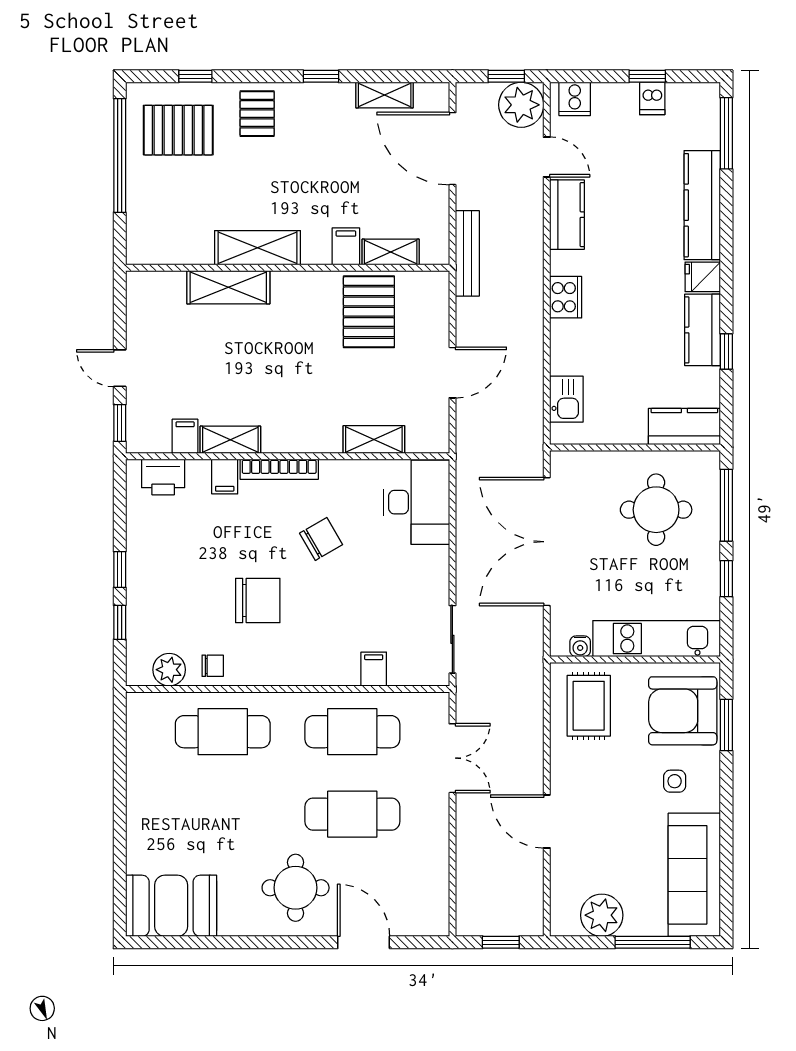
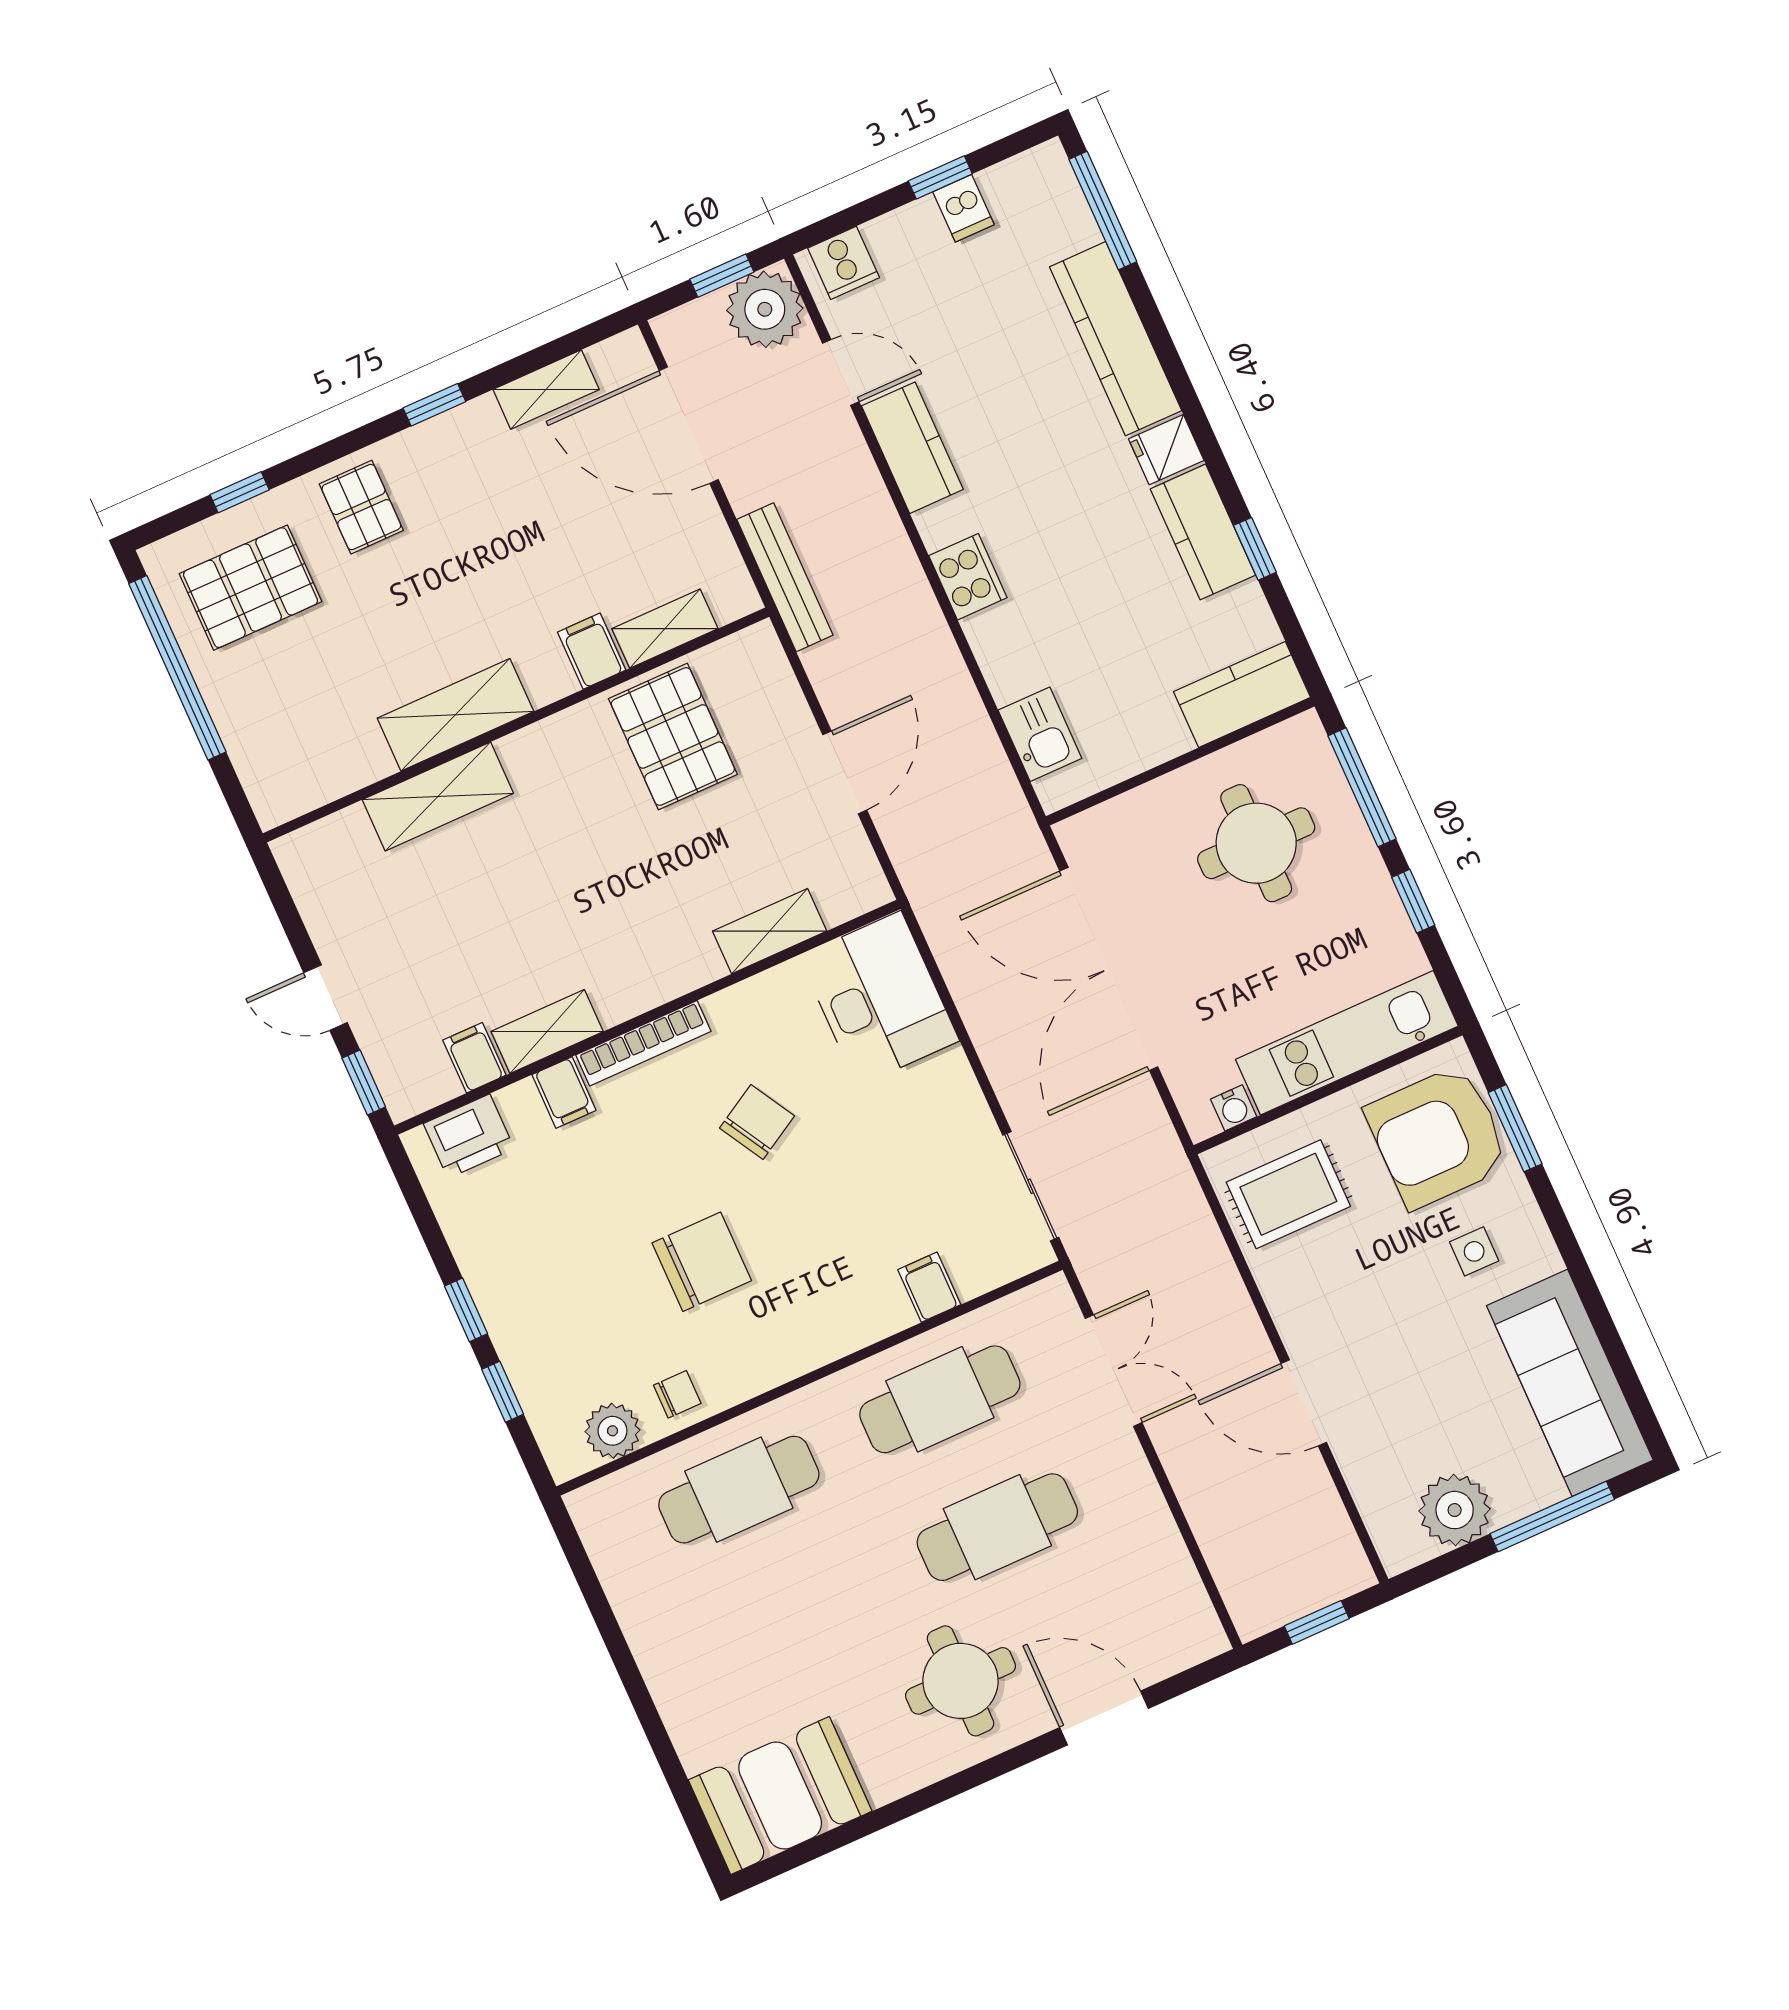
rug: (589, 706) -> (1288, 1194), turned 90

